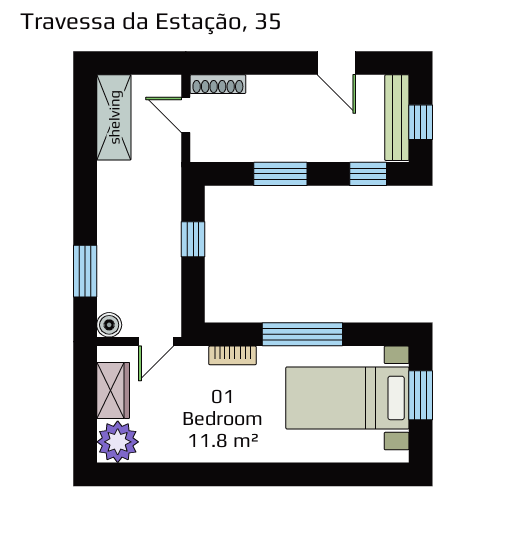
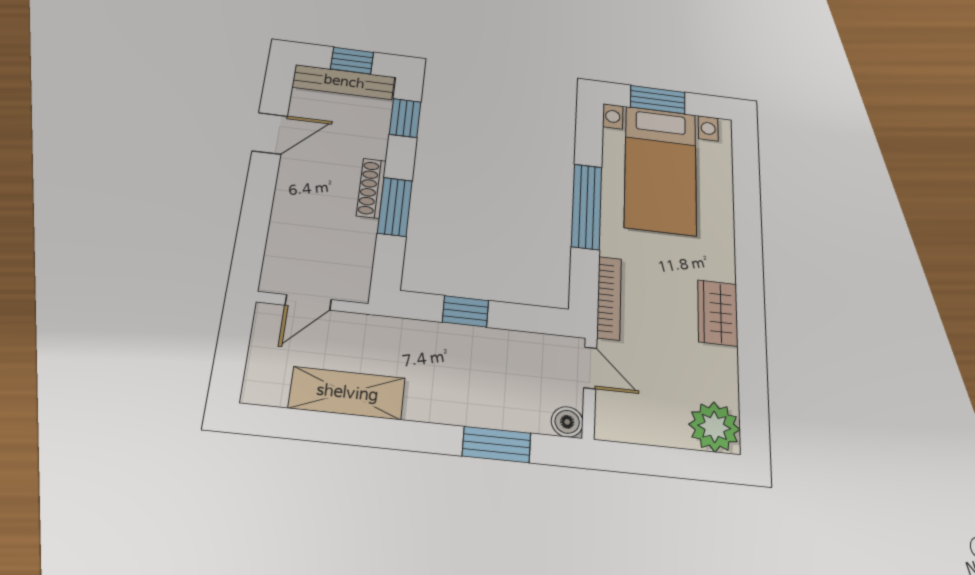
shoe rack: (218, 84) -> (371, 188), moved, turned 180
shelving: (114, 117) -> (347, 393), moved
bookcase: (232, 355) -> (609, 298), width x1.56
wardrobe: (113, 390) -> (718, 313), moved, turned -90

